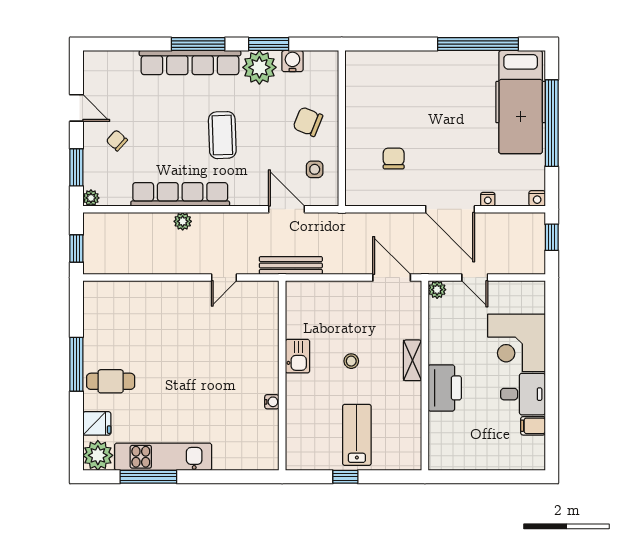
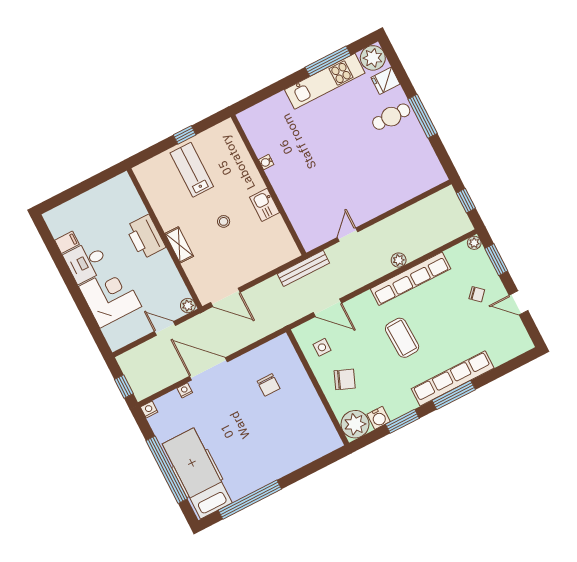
plant: (259, 67) -> (355, 424), moved
lab bench: (357, 435) -> (192, 170), turned 180

